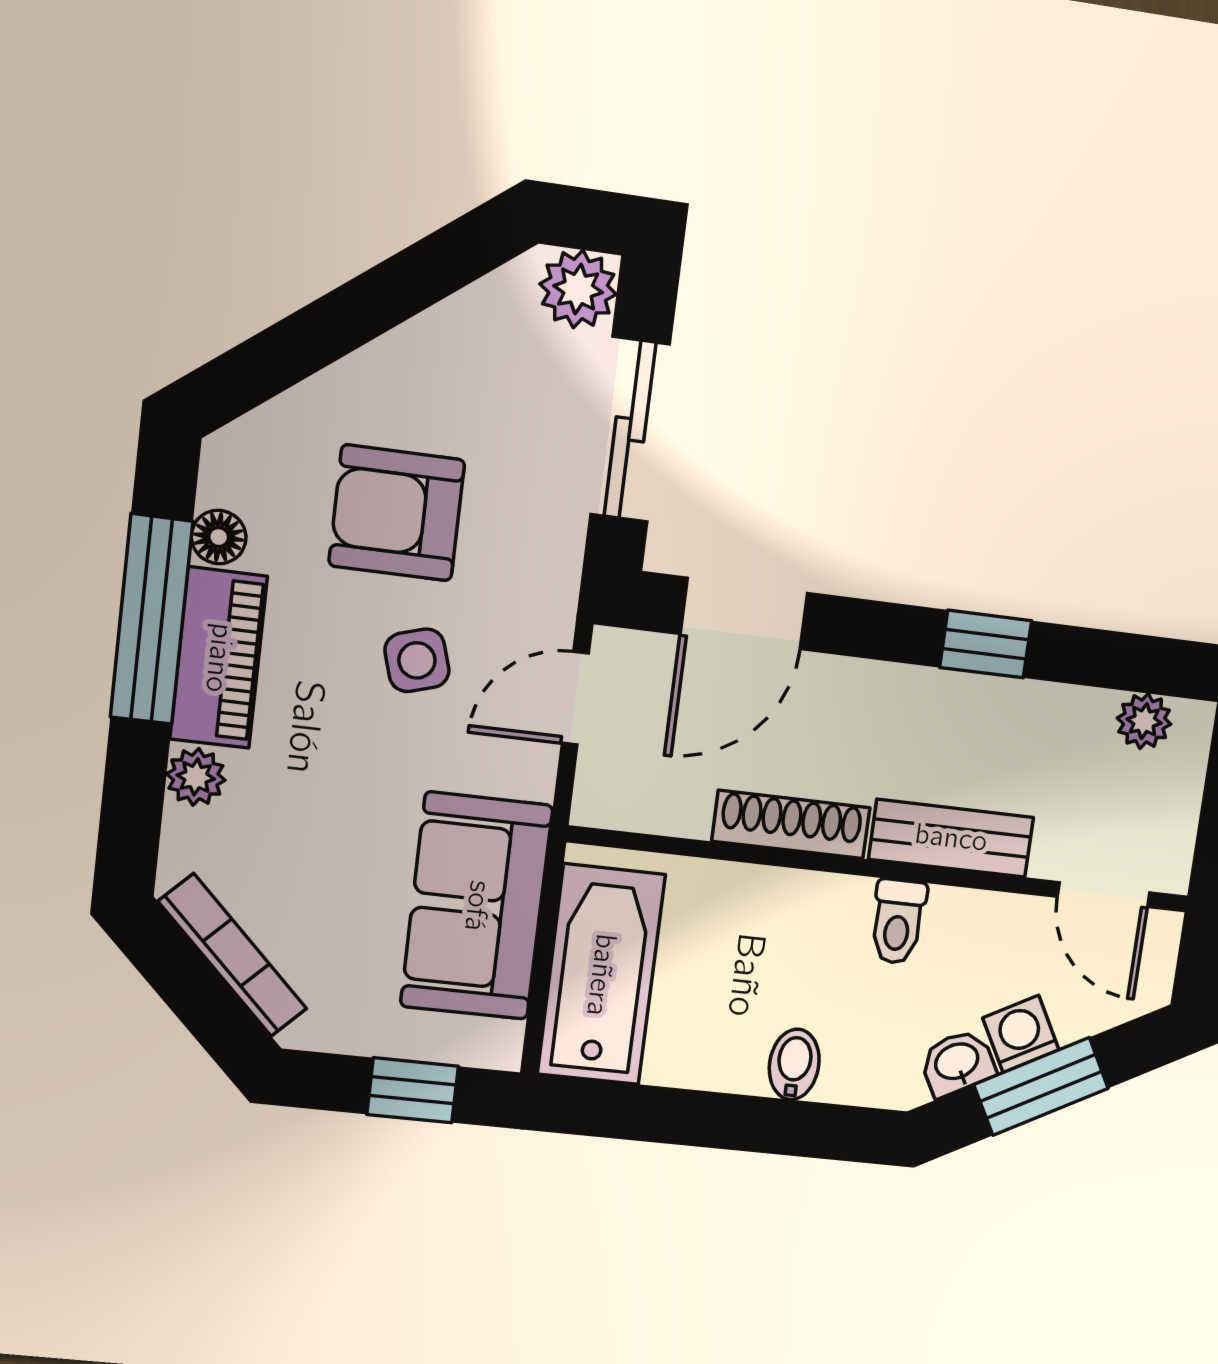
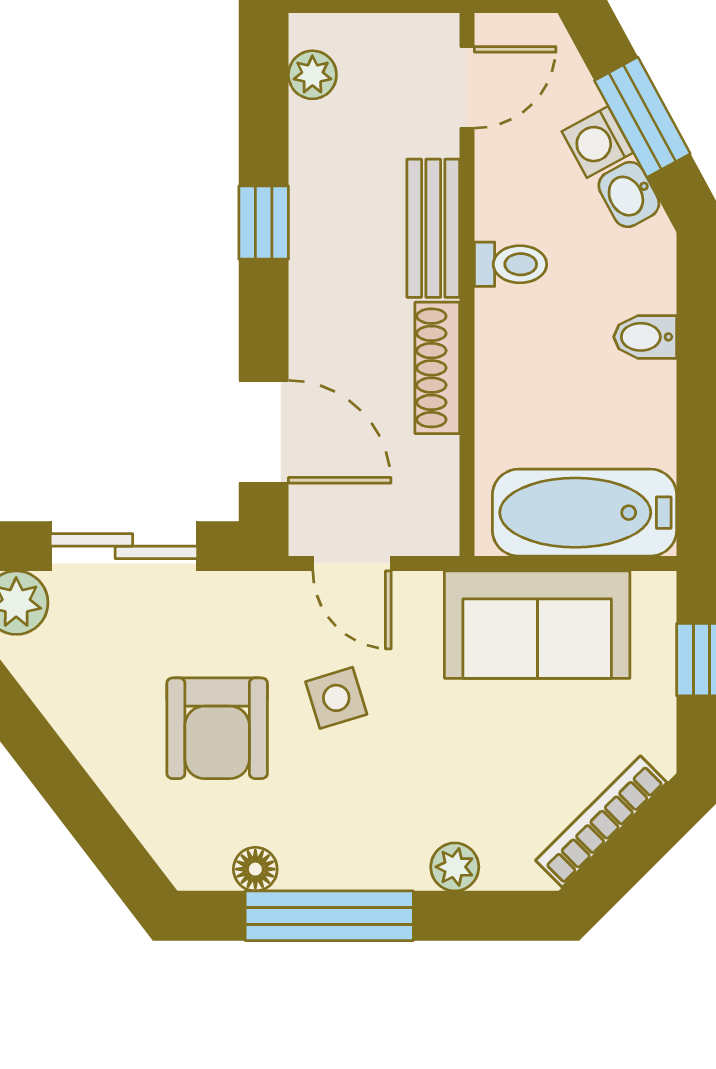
piano: (219, 658) -> (354, 859), removed

